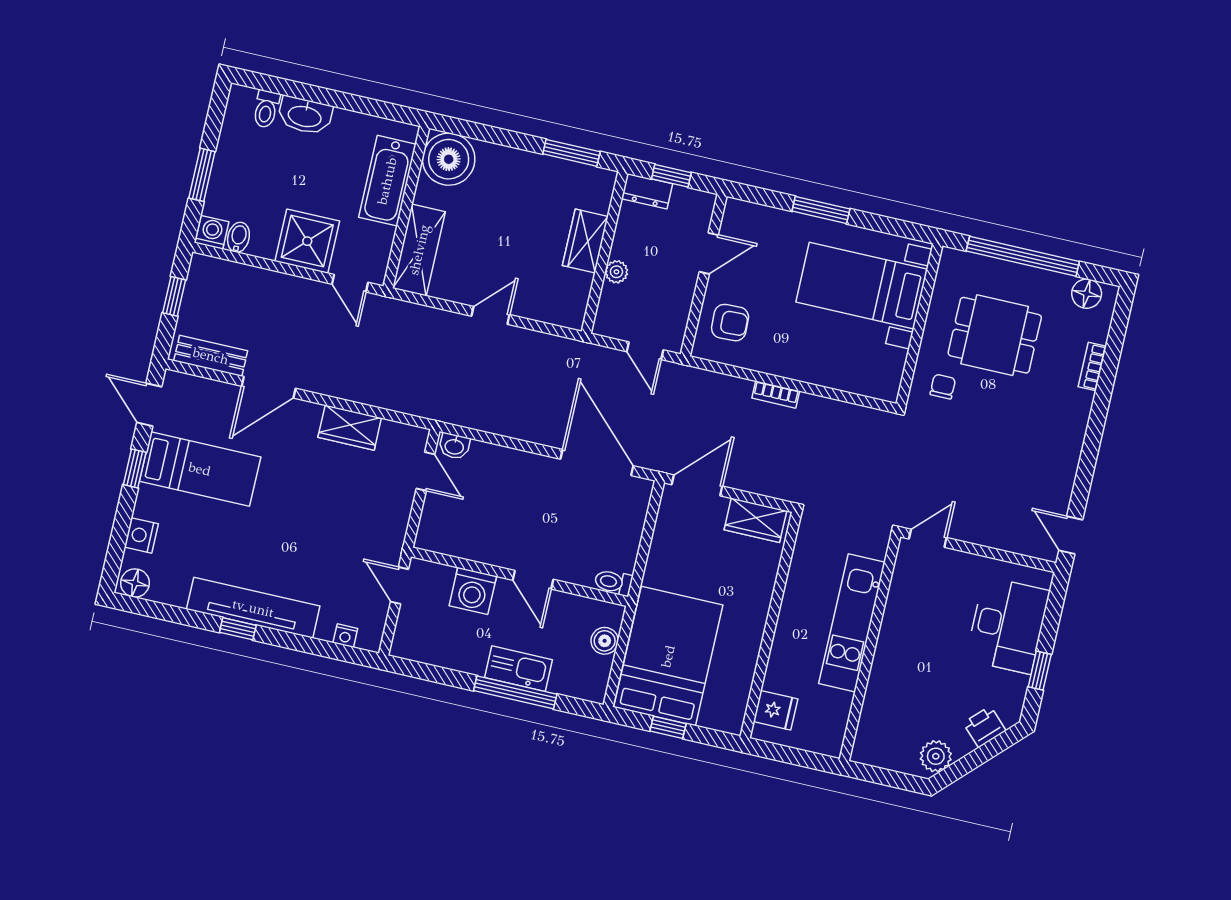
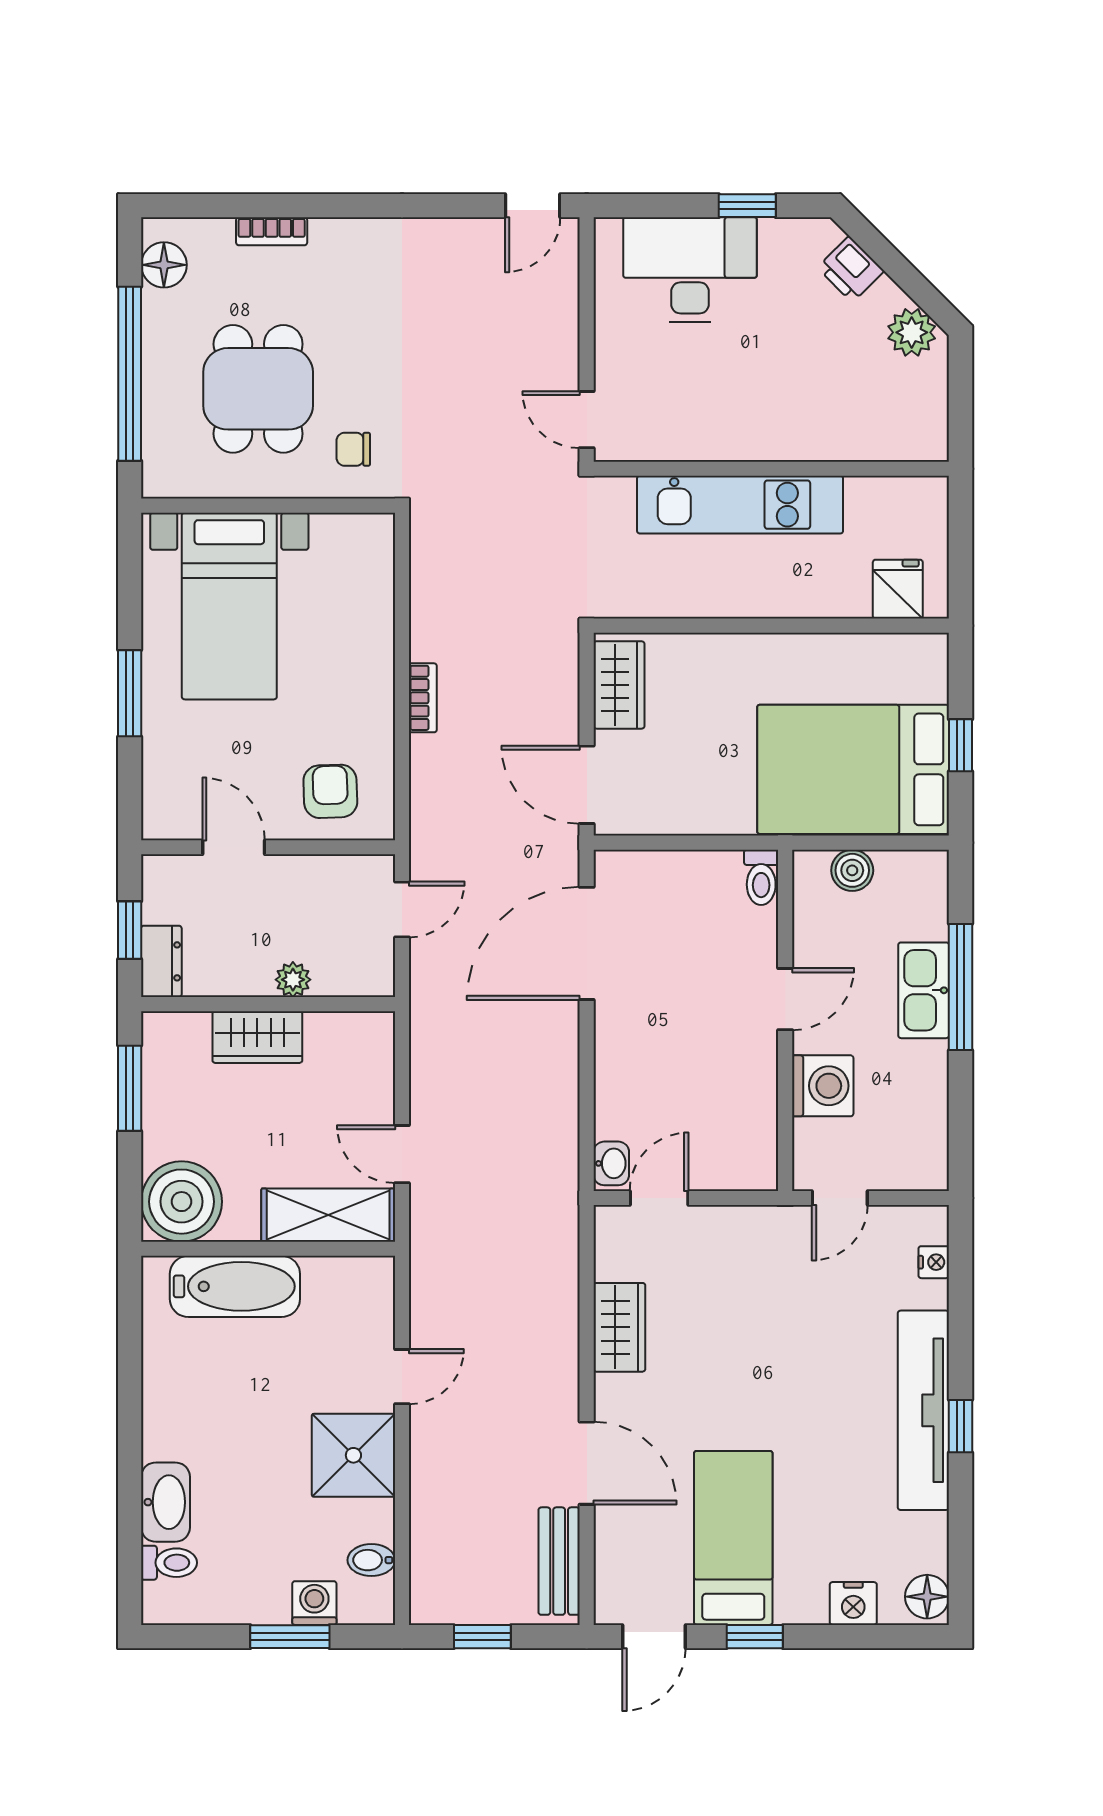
boiler: (449, 159) -> (182, 1202), moved
bathtub: (387, 181) -> (235, 1286), moved
wall: (406, 207) -> (268, 1249), moved
washing machine: (212, 232) -> (314, 1603), moved, turned 90
shelving: (419, 250) -> (328, 1215), moved

